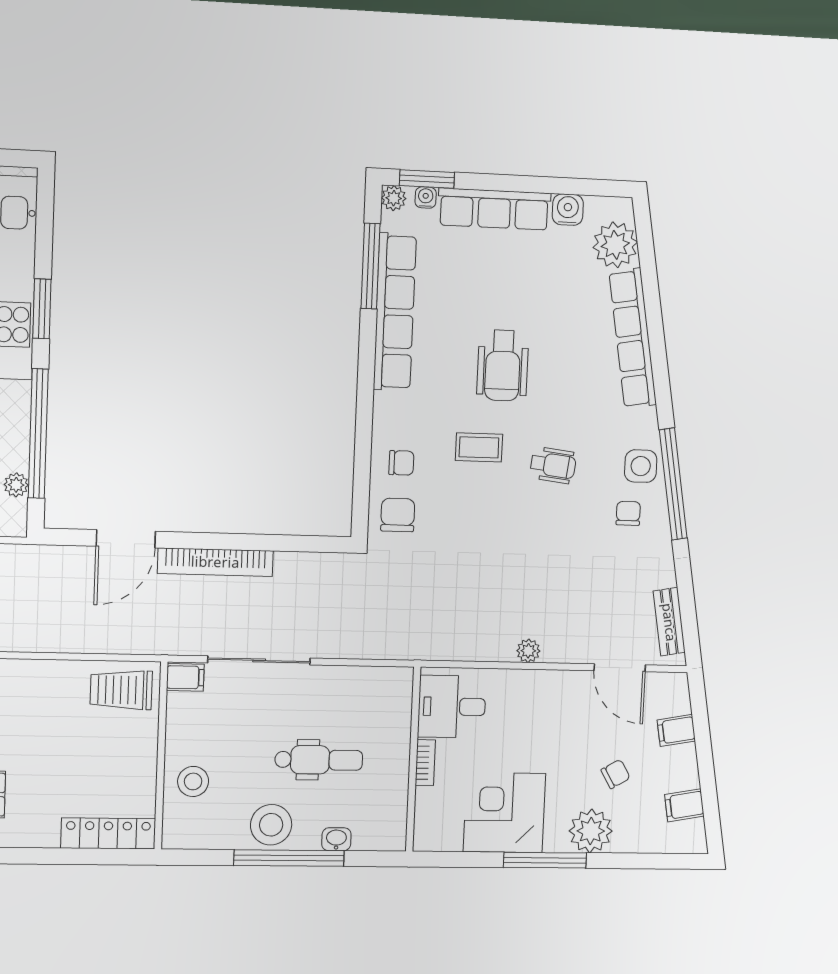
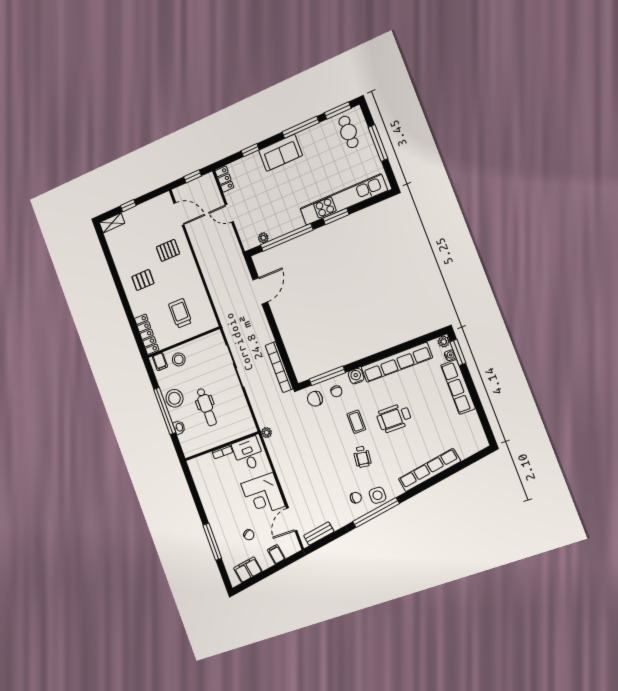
water cooler: (568, 210) -> (356, 376), moved, turned -90
plant: (615, 245) -> (466, 446), removed
window: (370, 266) -> (327, 376), moved
chair: (398, 515) -> (315, 399), turned 180
door: (126, 539) -> (260, 291), swing flipped
bookcase: (215, 562) -> (279, 367), moved
plant: (528, 651) -> (267, 433), moved
filing cabinet: (185, 677) -> (160, 362), moved
trolley: (121, 690) -> (180, 313), moved
filing cabinet: (684, 805) -> (248, 570), width x2.00
corner desk: (504, 813) -> (263, 495), moved, turned 180
plant: (591, 831) -> (222, 533), removed
window: (545, 860) -> (212, 542), moved

